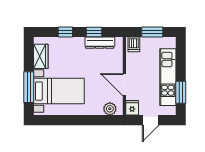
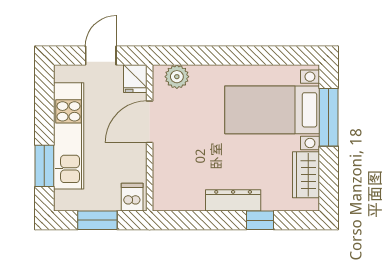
window: (94, 32) -> (207, 220), removed
dresser: (100, 43) -> (233, 200), moved
door: (124, 85) -> (150, 122), swing flipped
window: (181, 92) -> (44, 166), moved

